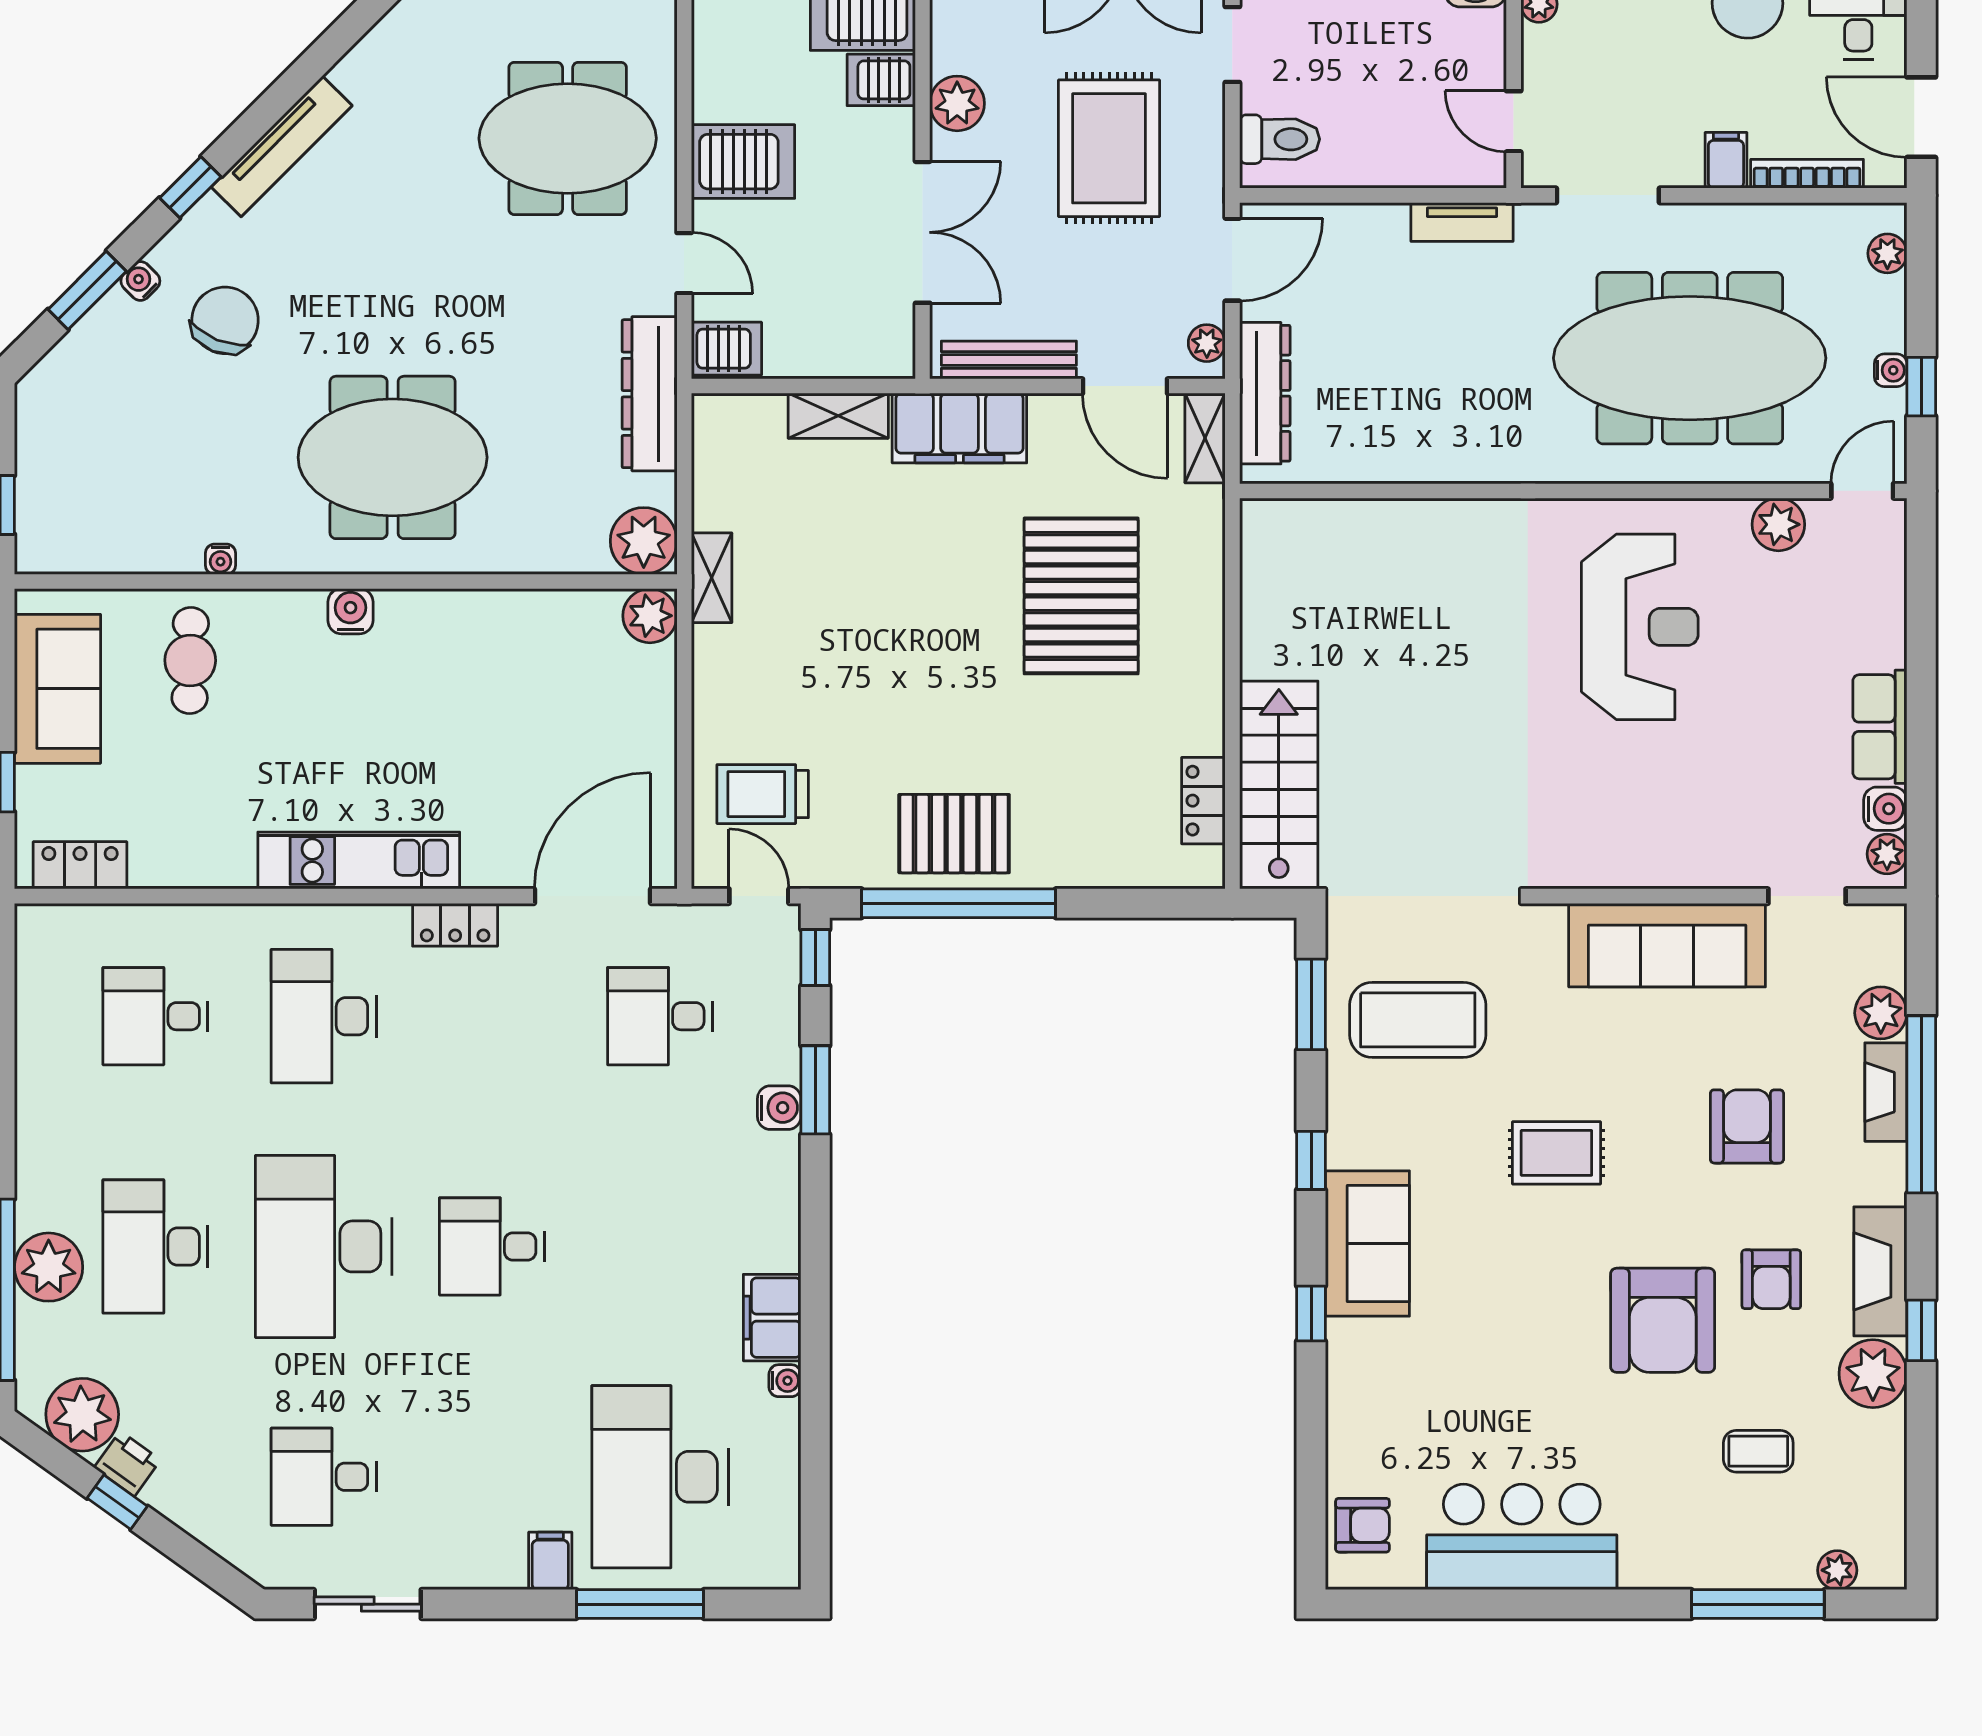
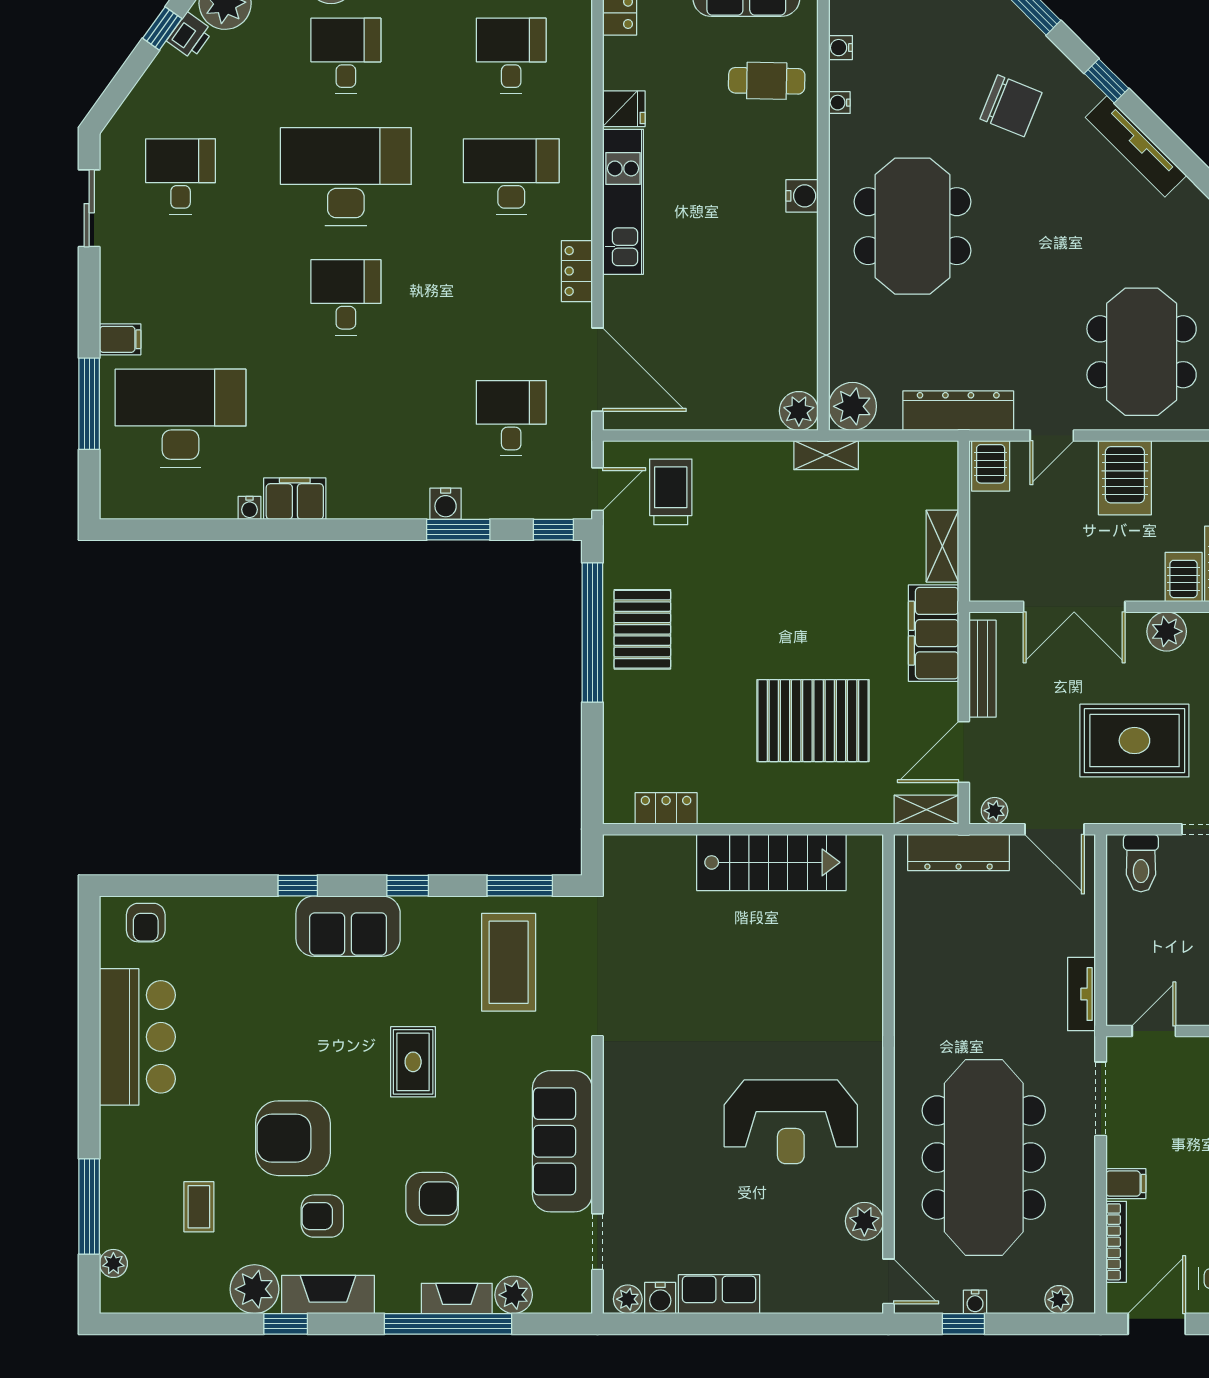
water cooler: (140, 281) -> (840, 48), moved, turned -135
stairs: (1279, 785) -> (771, 862), moved
fridge: (229, 859) -> (624, 109), added
desk: (155, 1246) -> (346, 56), width x0.73

